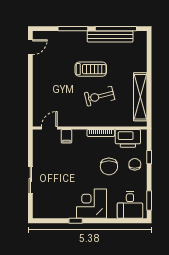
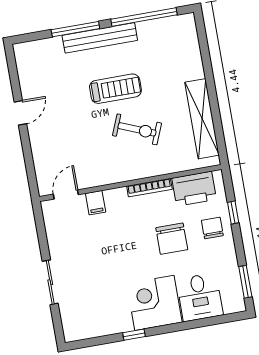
bench: (110, 37) -> (100, 38), moved
door: (30, 47) -> (20, 113), moved
exercise bike: (100, 96) -> (137, 129), turned -144
desk: (130, 205) -> (200, 297), moved

